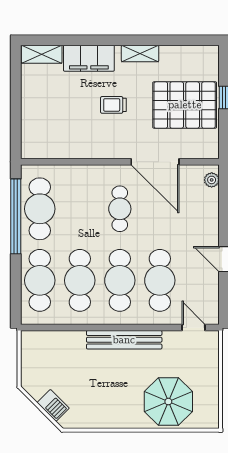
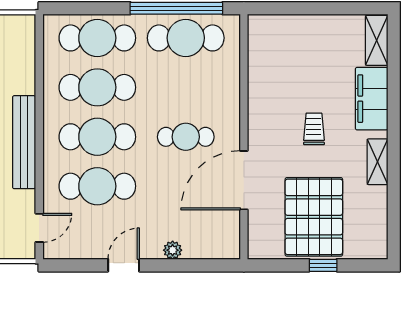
plant: (212, 180) -> (173, 250), moved

